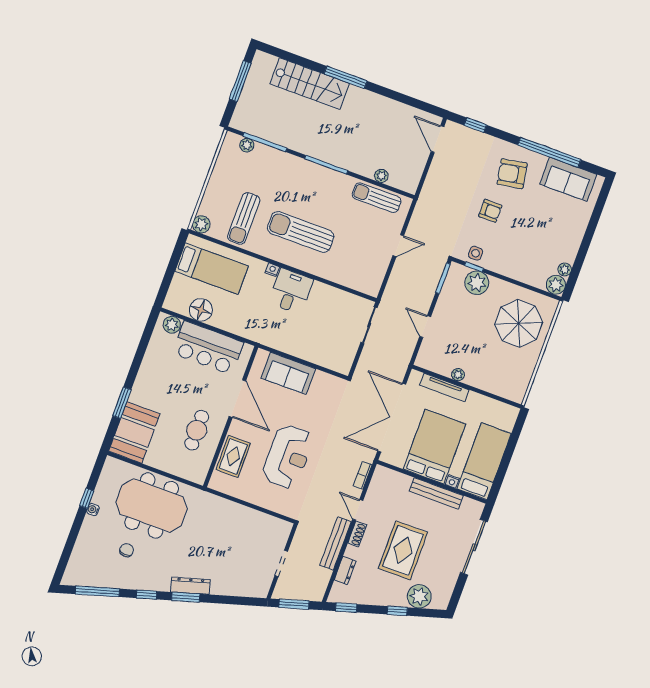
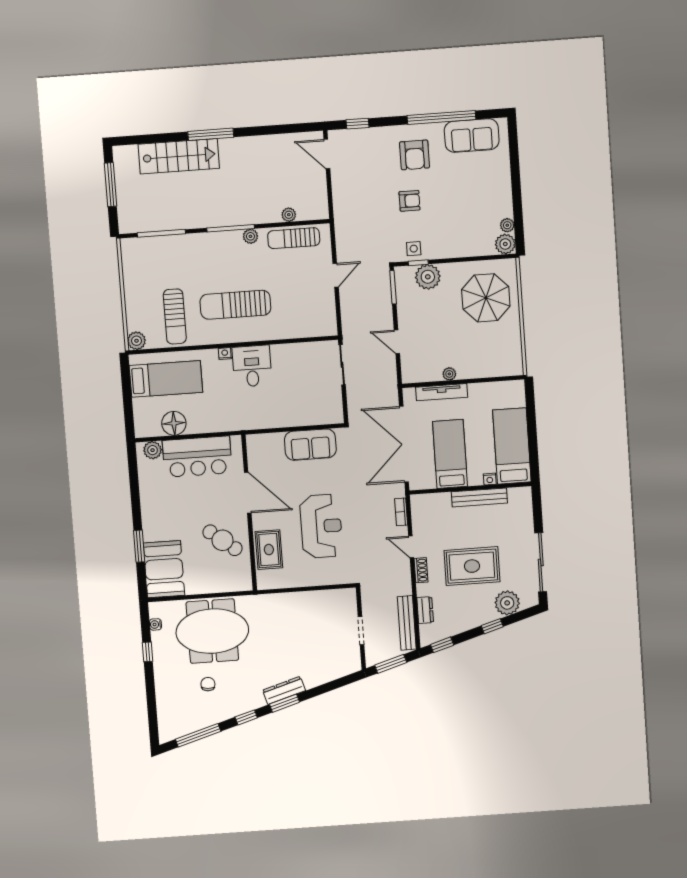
plant: (247, 145) -> (250, 236), moved
armchair: (512, 174) -> (415, 155), turned -80
sofa: (288, 373) -> (310, 445), moved
cafe table: (197, 430) -> (223, 540), turned -52
bed: (434, 447) -> (450, 454), width x0.67
water cooler: (93, 510) -> (155, 624), moved
bench: (336, 543) -> (407, 623), moved
sliding door: (474, 547) -> (541, 562), moved
rug: (403, 550) -> (472, 566), turned 90

